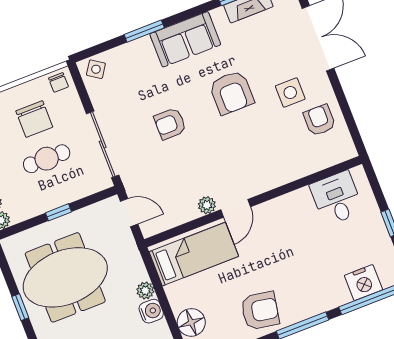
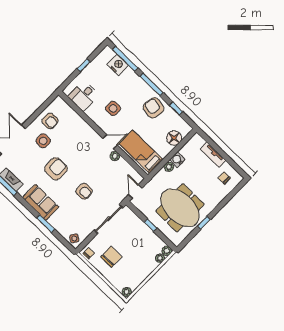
armchair: (319, 120) -> (50, 121), turned -90
cafe table: (47, 159) -> (128, 242), removed
side table: (291, 240) -> (113, 108), added

